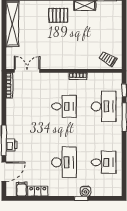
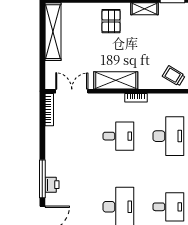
pallet: (58, 15) -> (111, 21), turned 90
shelving: (62, 62) -> (116, 80), added

